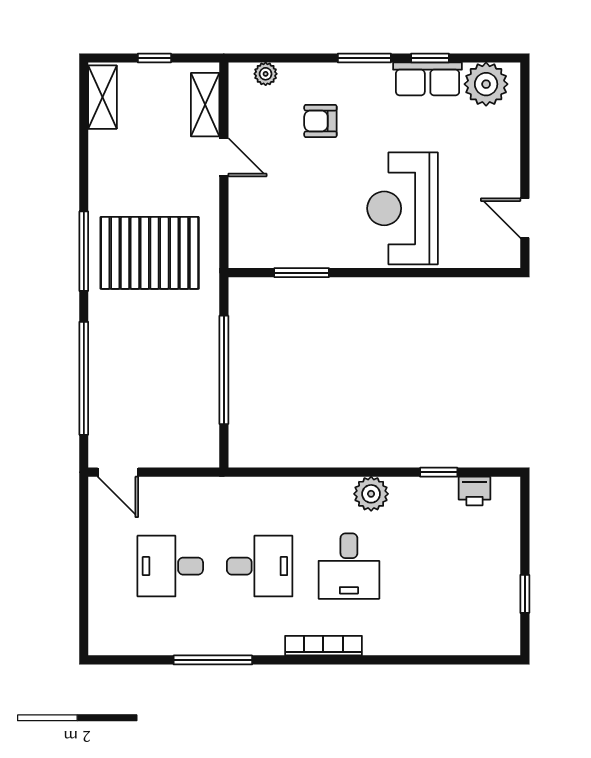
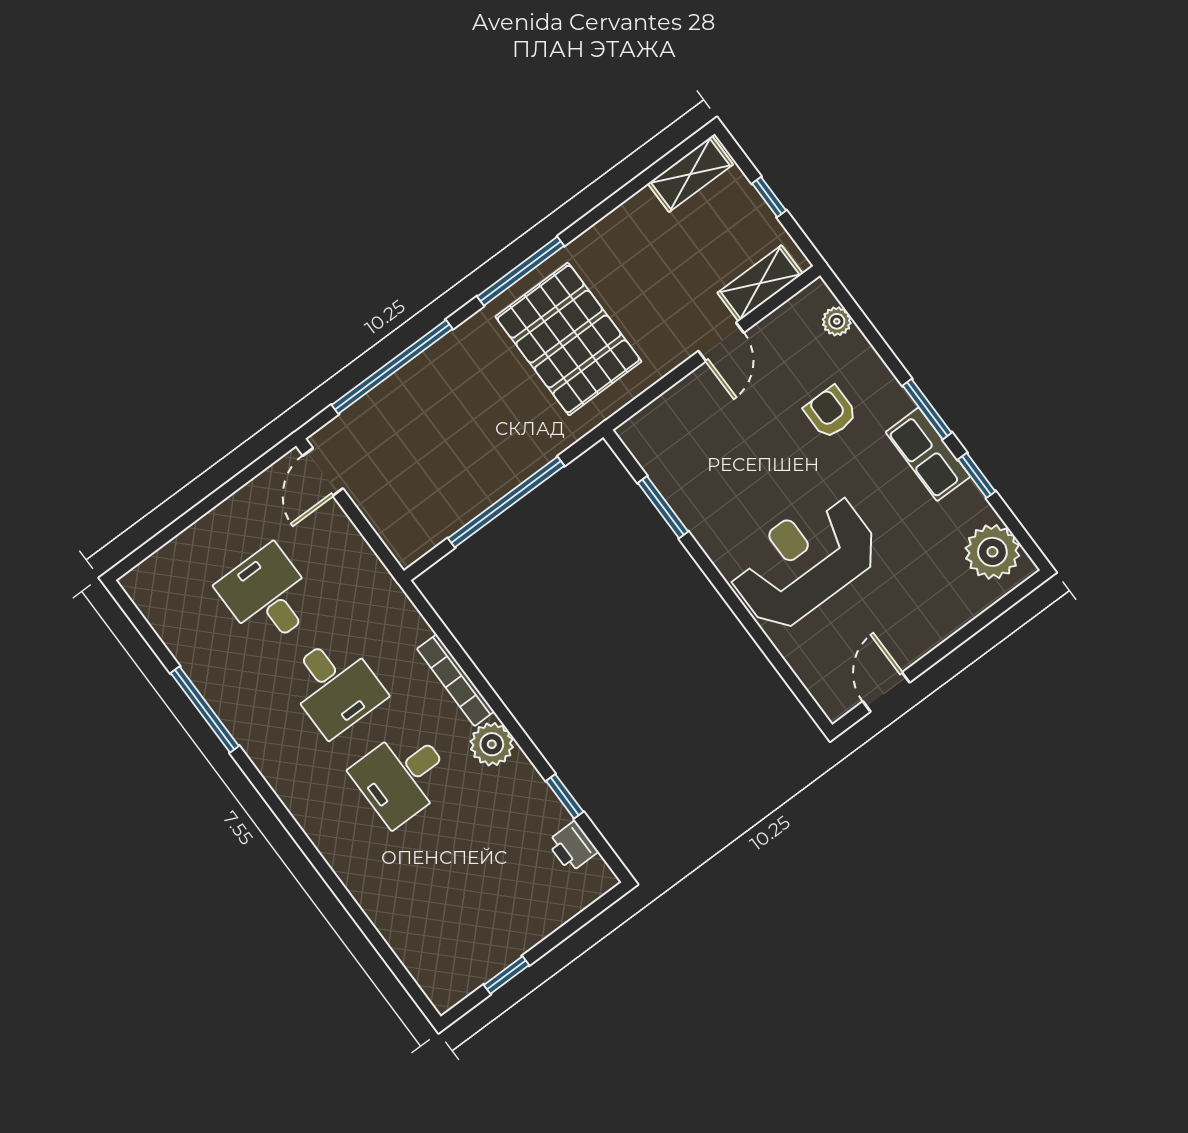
row of seats: (428, 79) -> (928, 454), moved
bookcase: (323, 646) -> (456, 680), moved, turned 180

